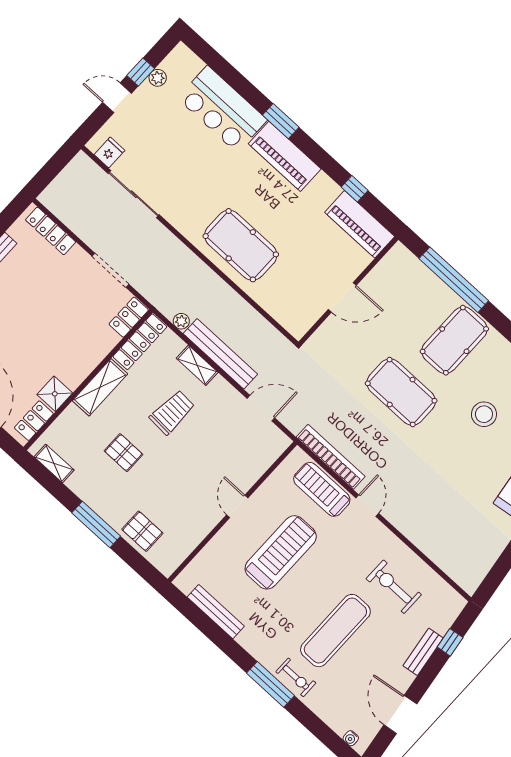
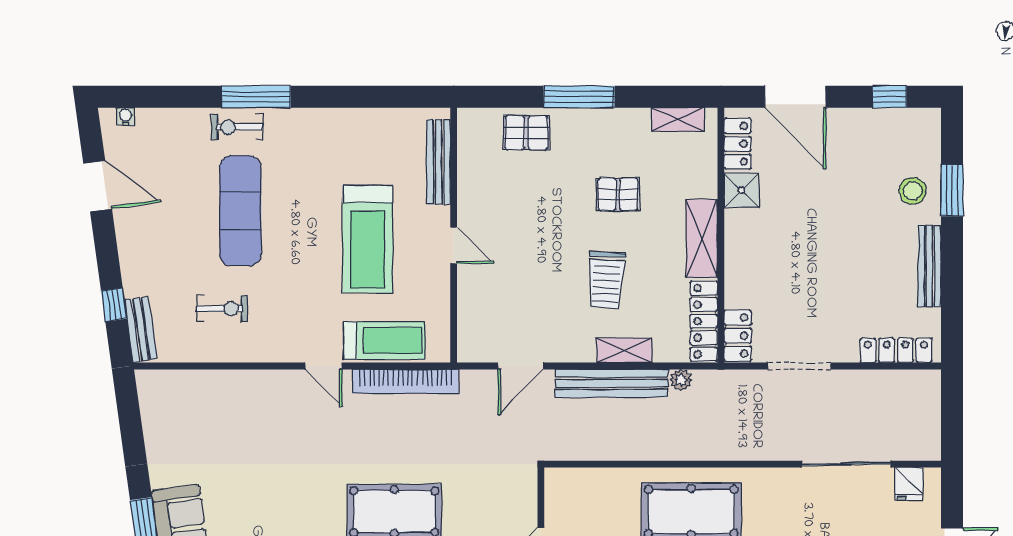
exercise bike: (394, 587) -> (222, 309), width x0.73, depth x0.72
bench: (216, 612) -> (439, 162), moved, turned 90
bench: (423, 652) -> (141, 329), moved

